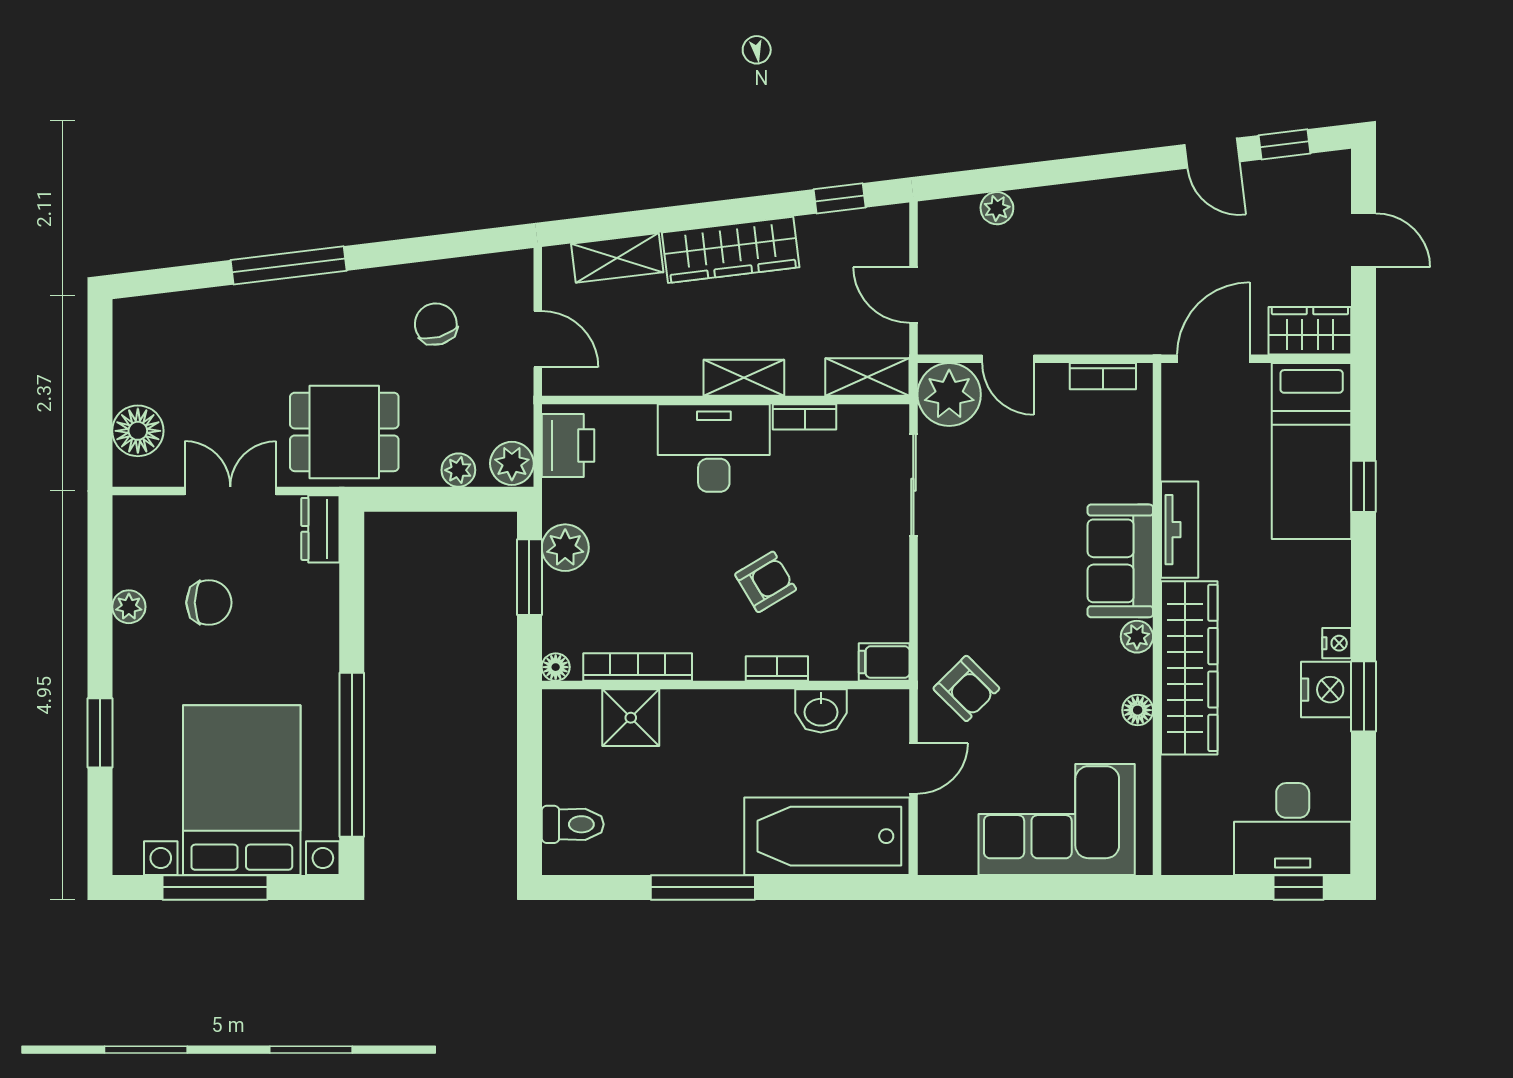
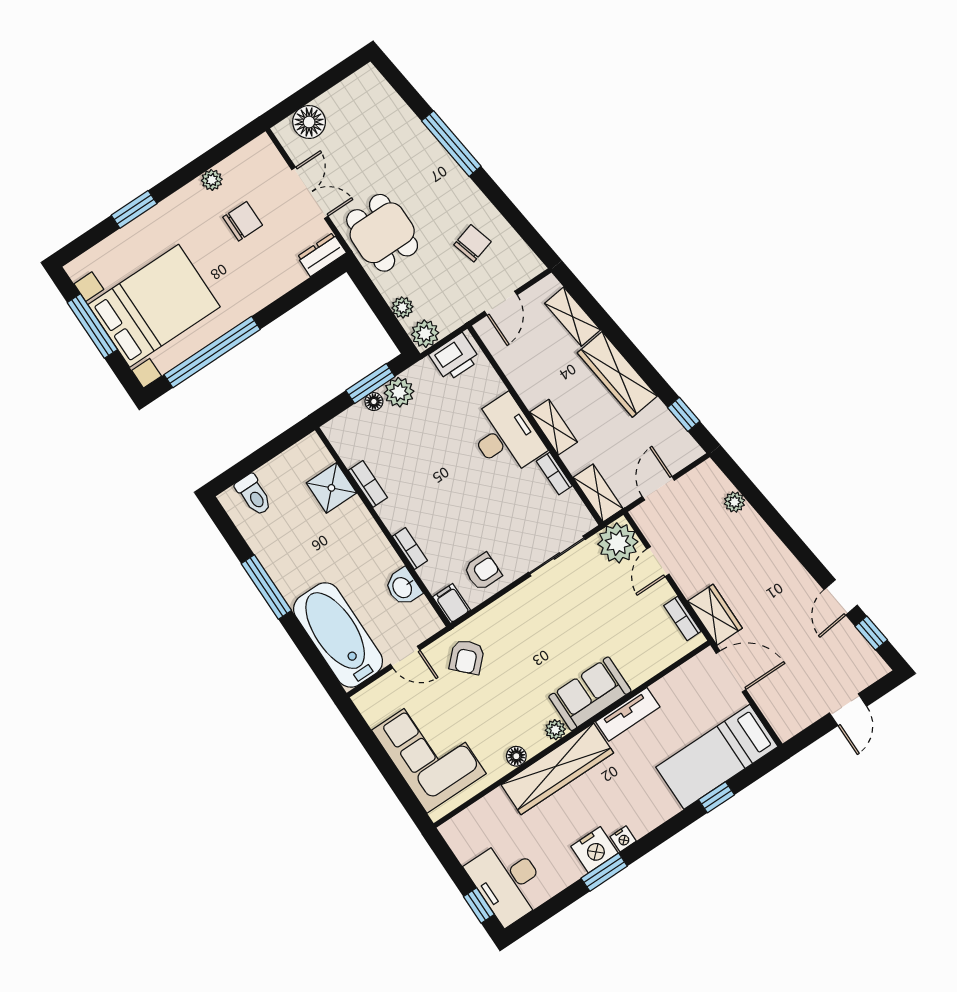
wardrobe: (1310, 331) -> (715, 615), moved
armchair: (766, 582) -> (483, 572), moved, turned -59
chair: (209, 603) -> (243, 221), turned -90
floor lamp: (556, 667) -> (374, 402), moved
bookcase: (638, 667) -> (368, 484), width x0.64

